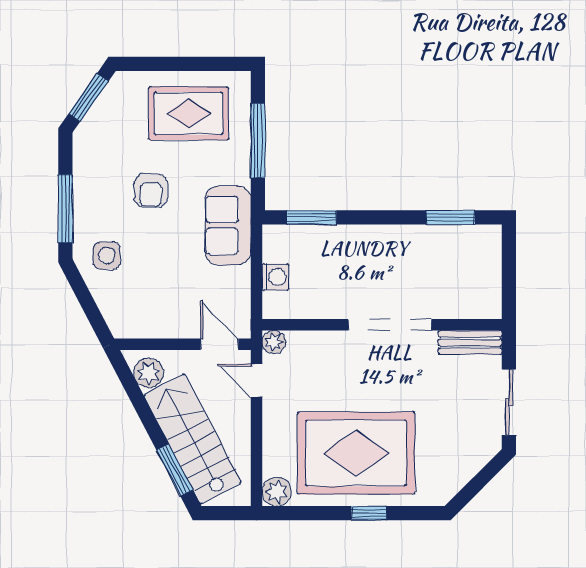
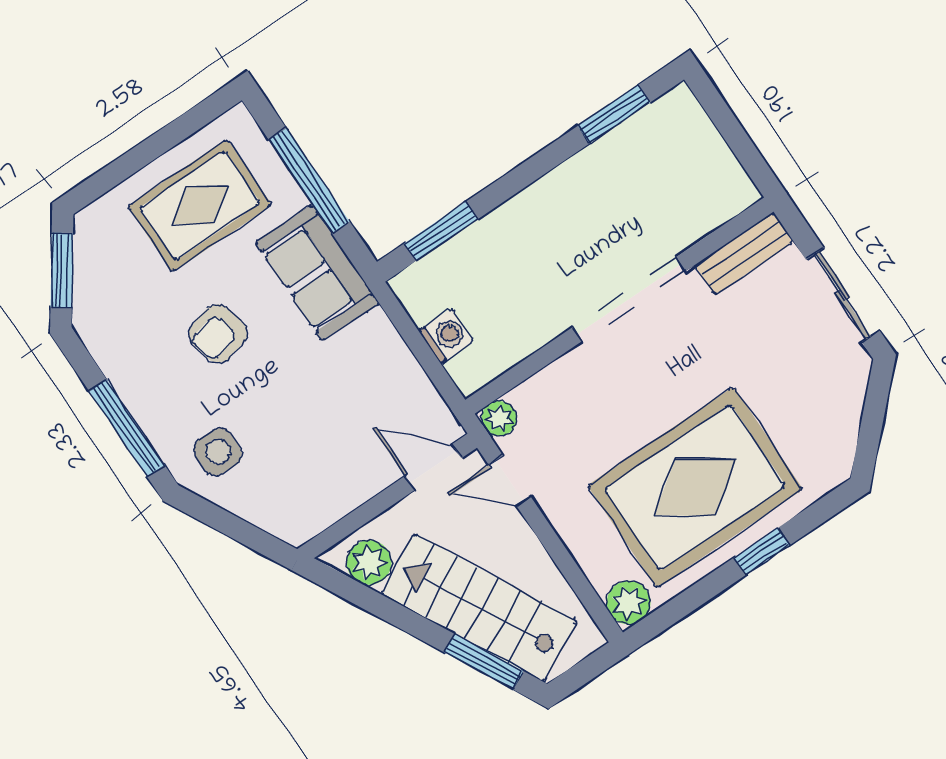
armchair: (151, 191) -> (218, 333), turned 78
sofa: (228, 225) -> (317, 273), moved

